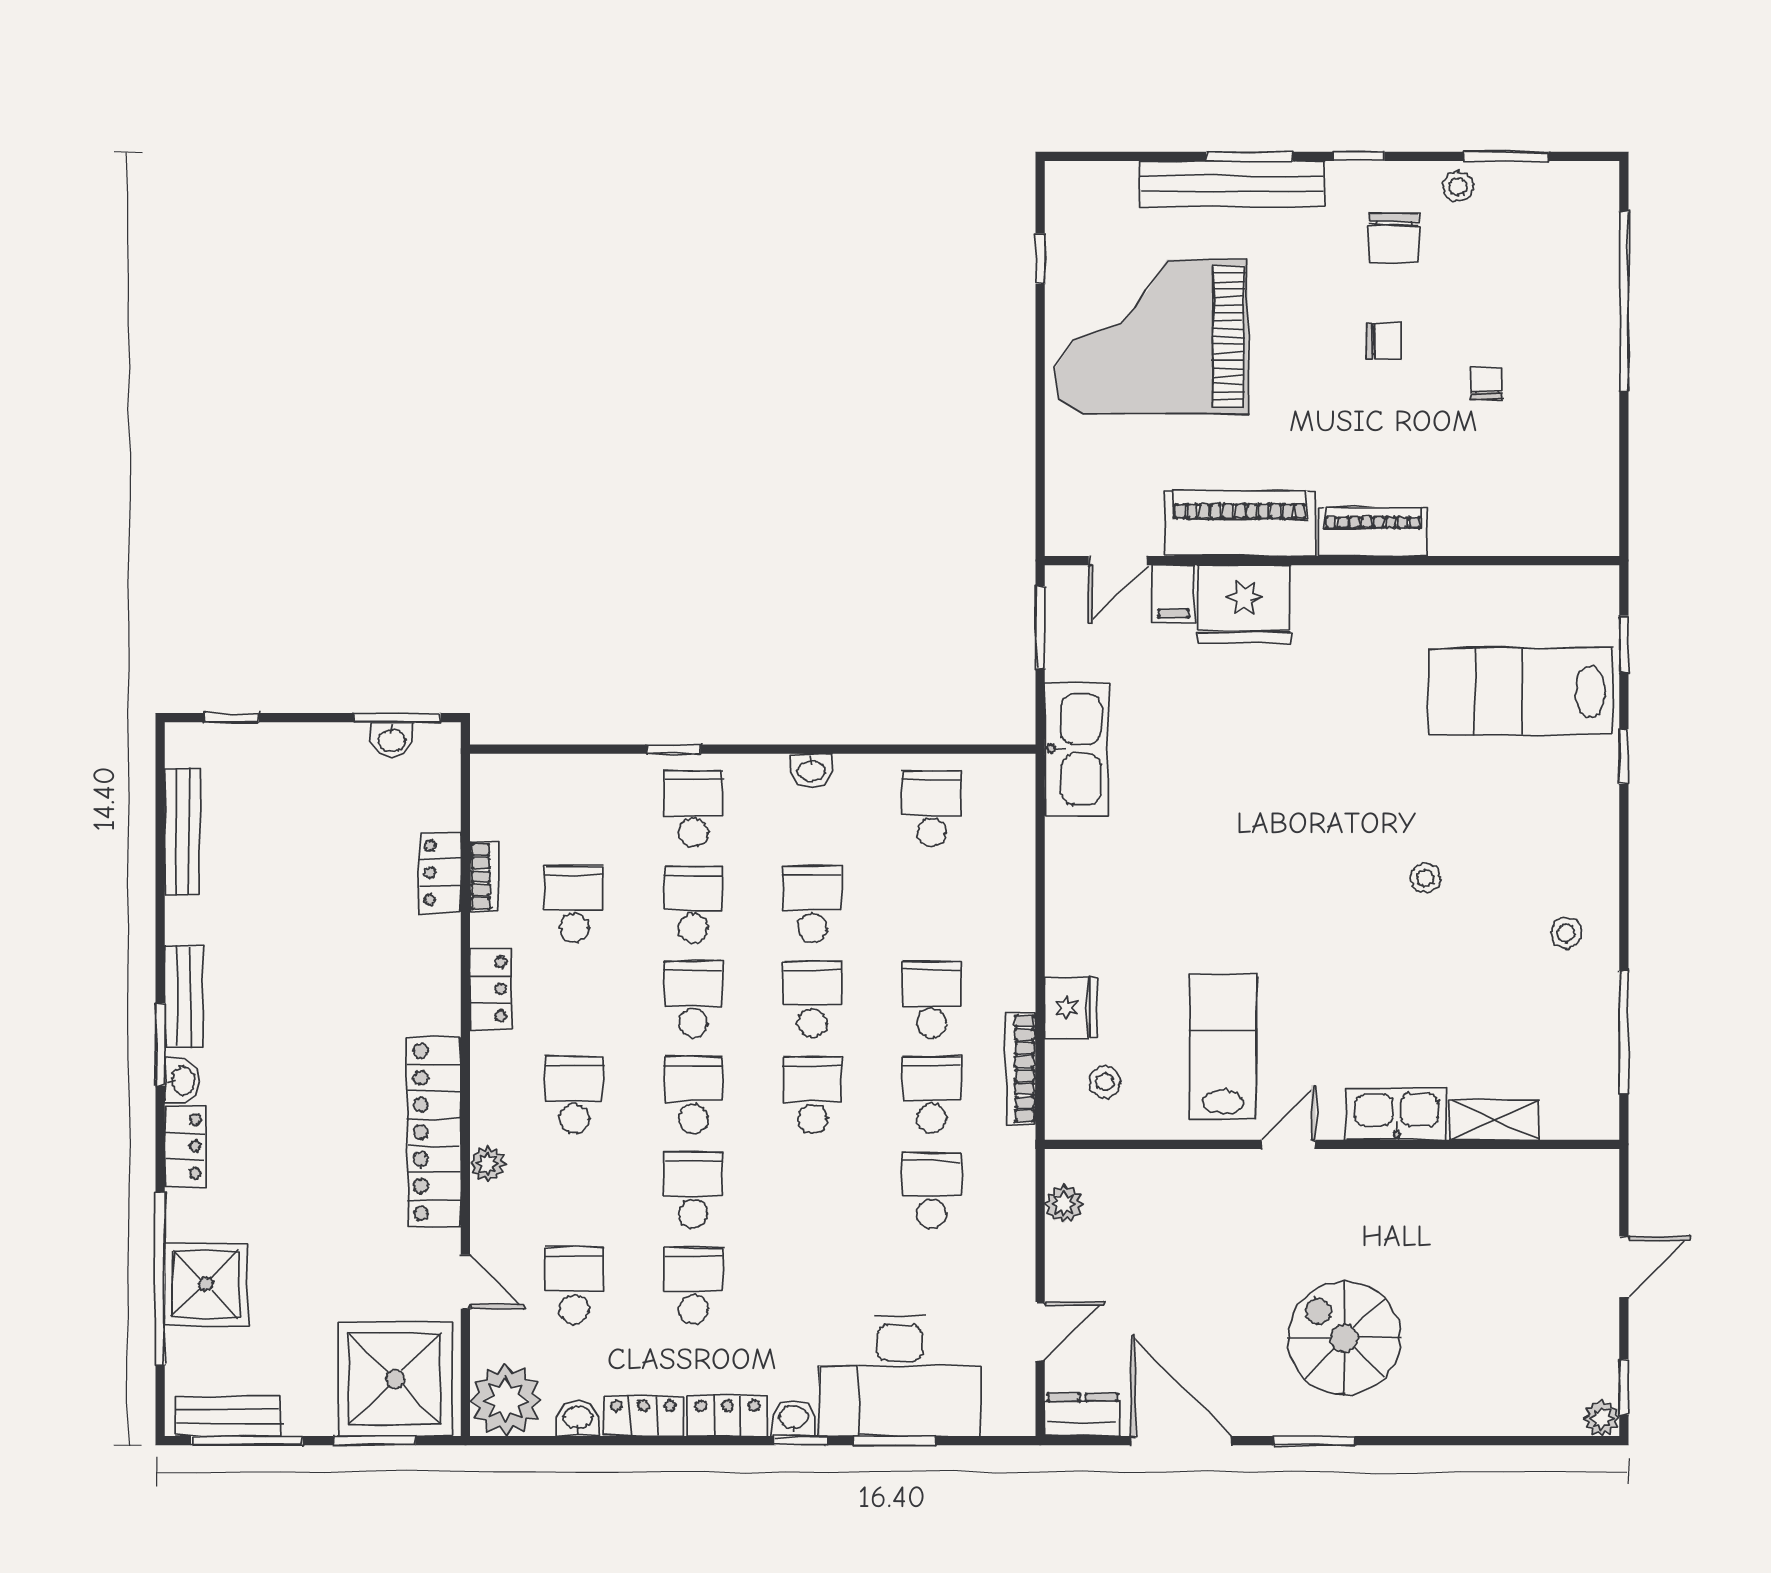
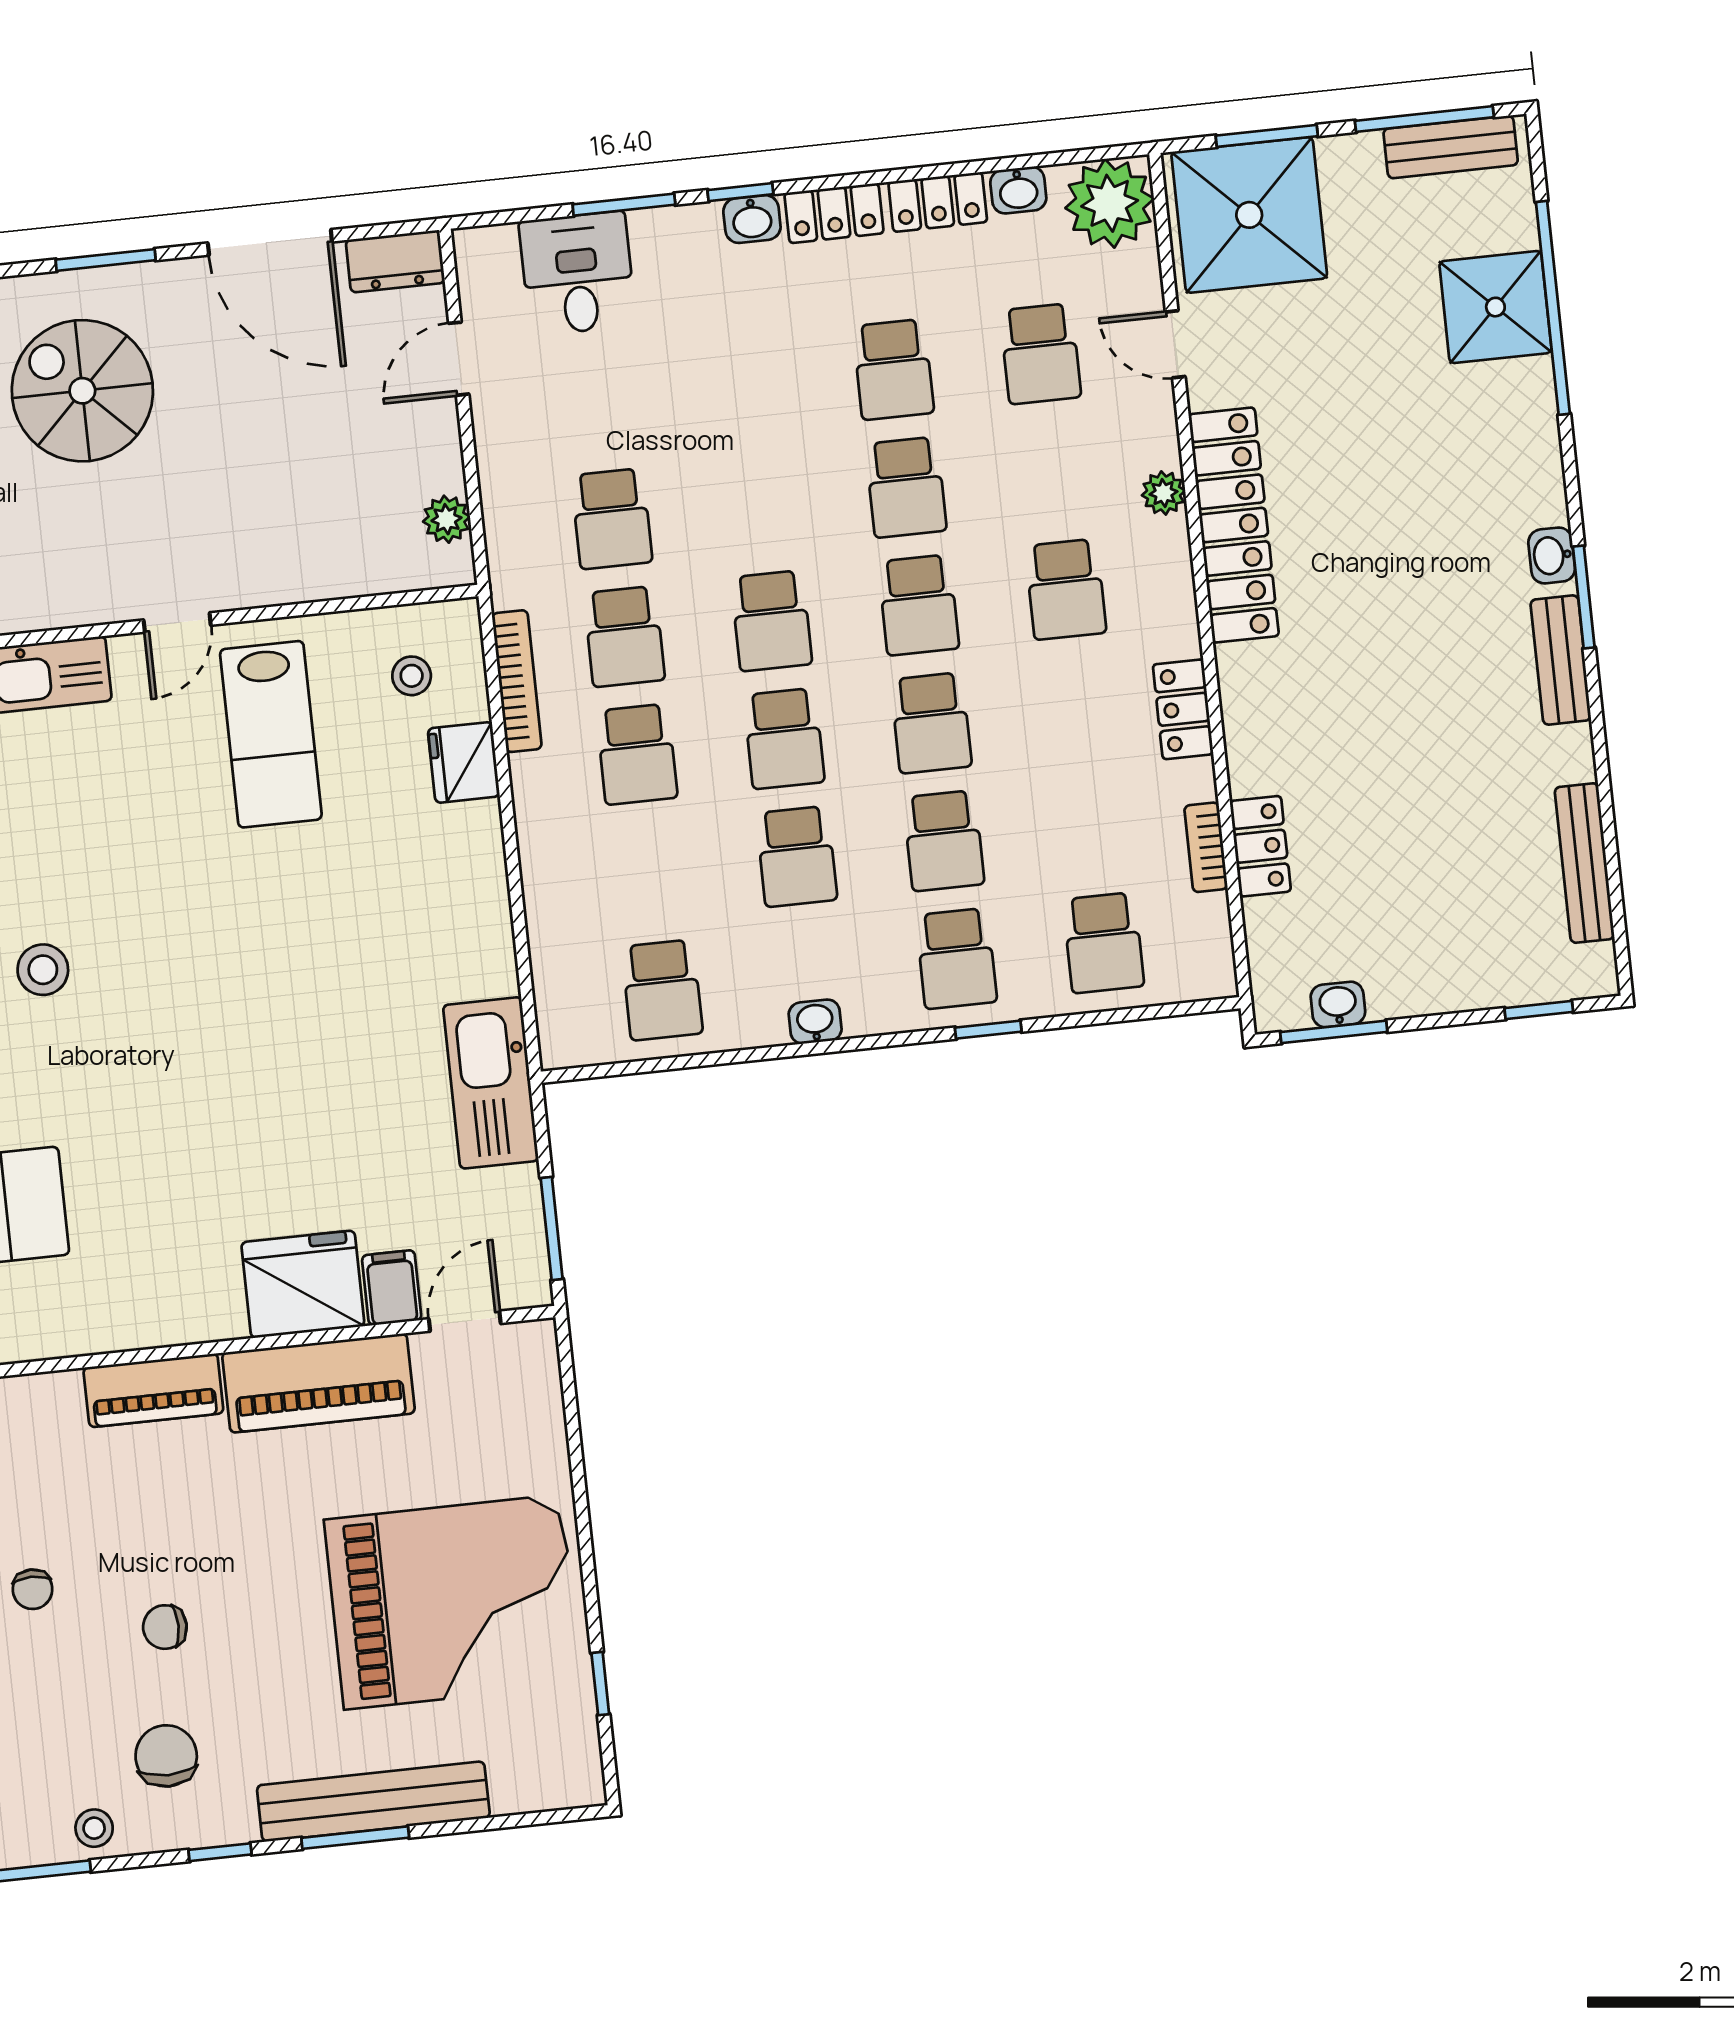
stool: (1425, 878) -> (43, 970), width x1.37, depth x1.37
school desk: (574, 904) -> (1103, 943), moved
locker: (185, 1146) -> (1540, 475), removed
spiral stairs: (1344, 1338) -> (82, 391), turned 180
desk: (900, 1376) -> (577, 273), width x0.53, depth x0.77

